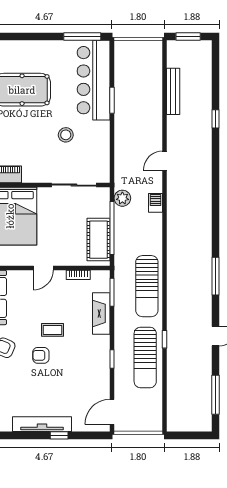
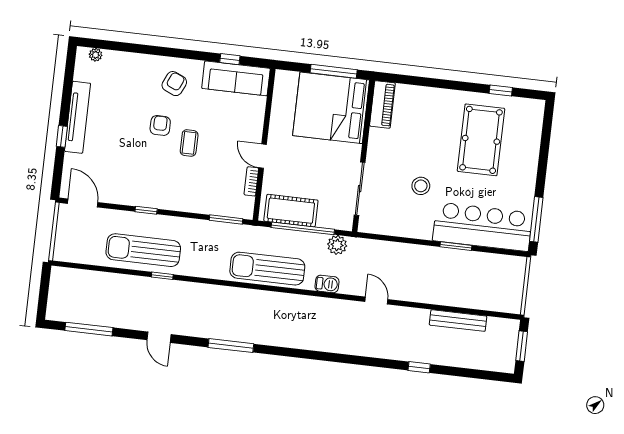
door: (43, 268) -> (263, 156), moved
sun lounger: (147, 286) -> (267, 269), moved
fireplace: (101, 313) -> (202, 204), removed

